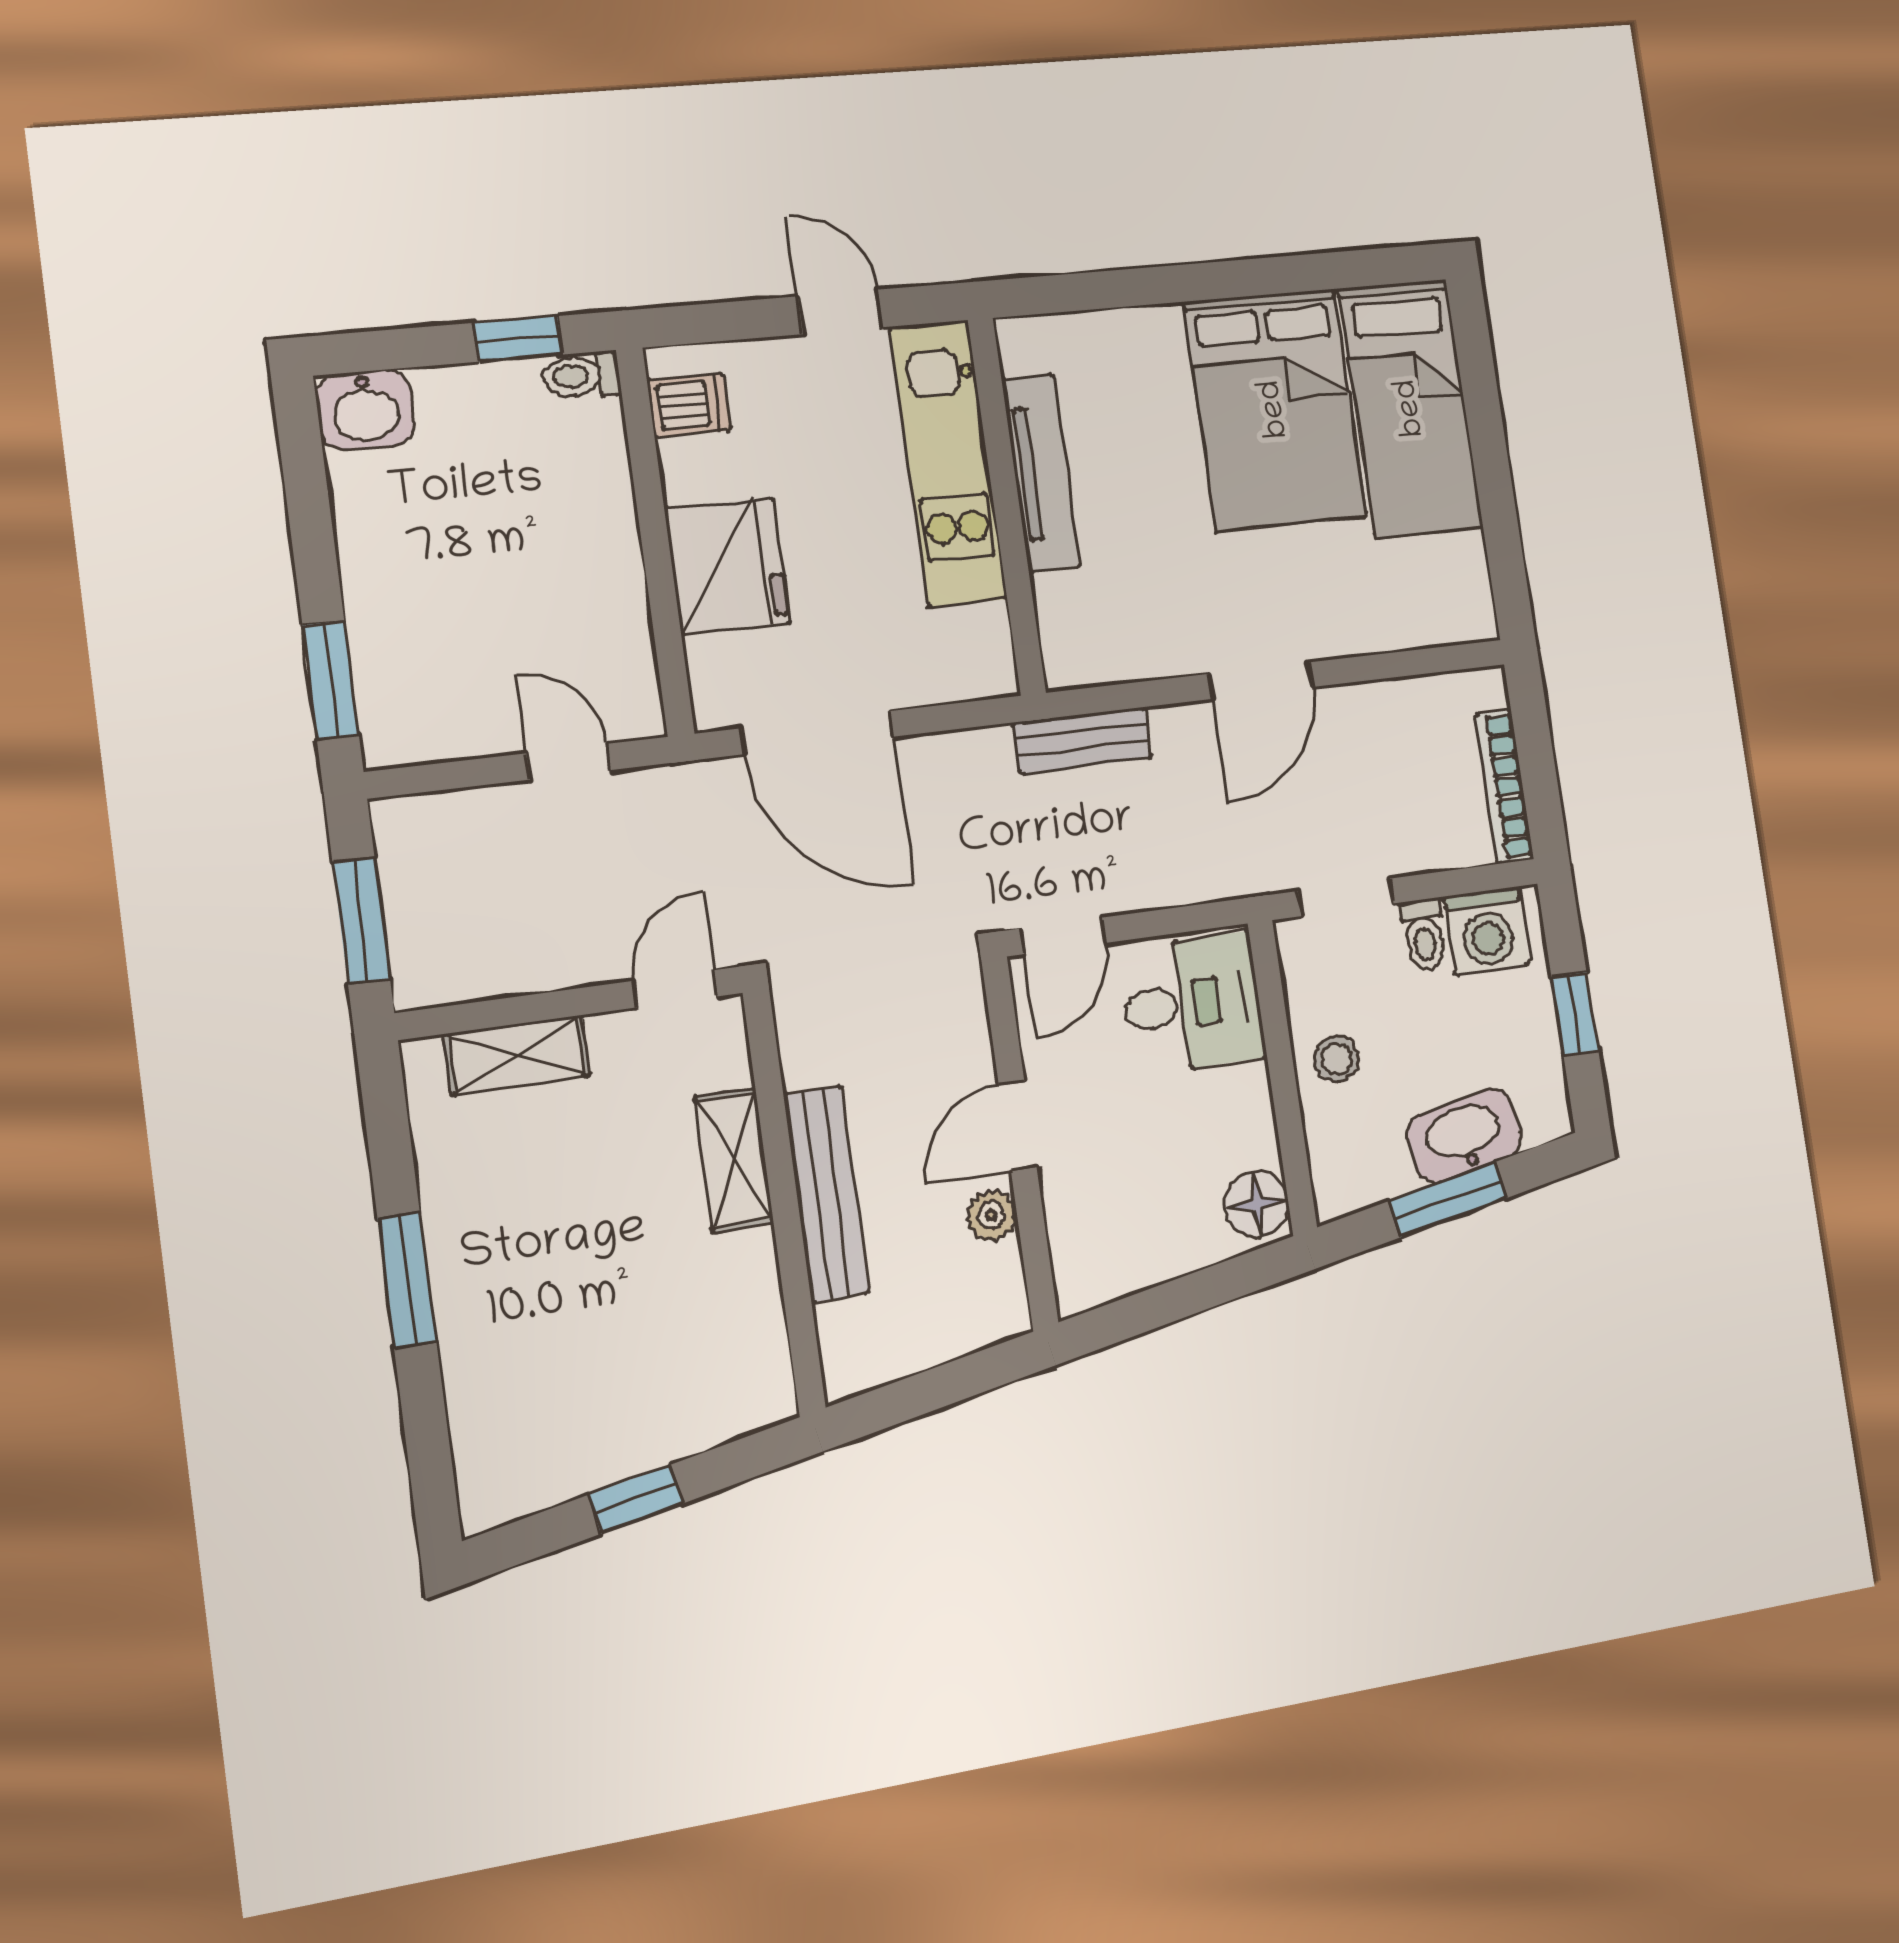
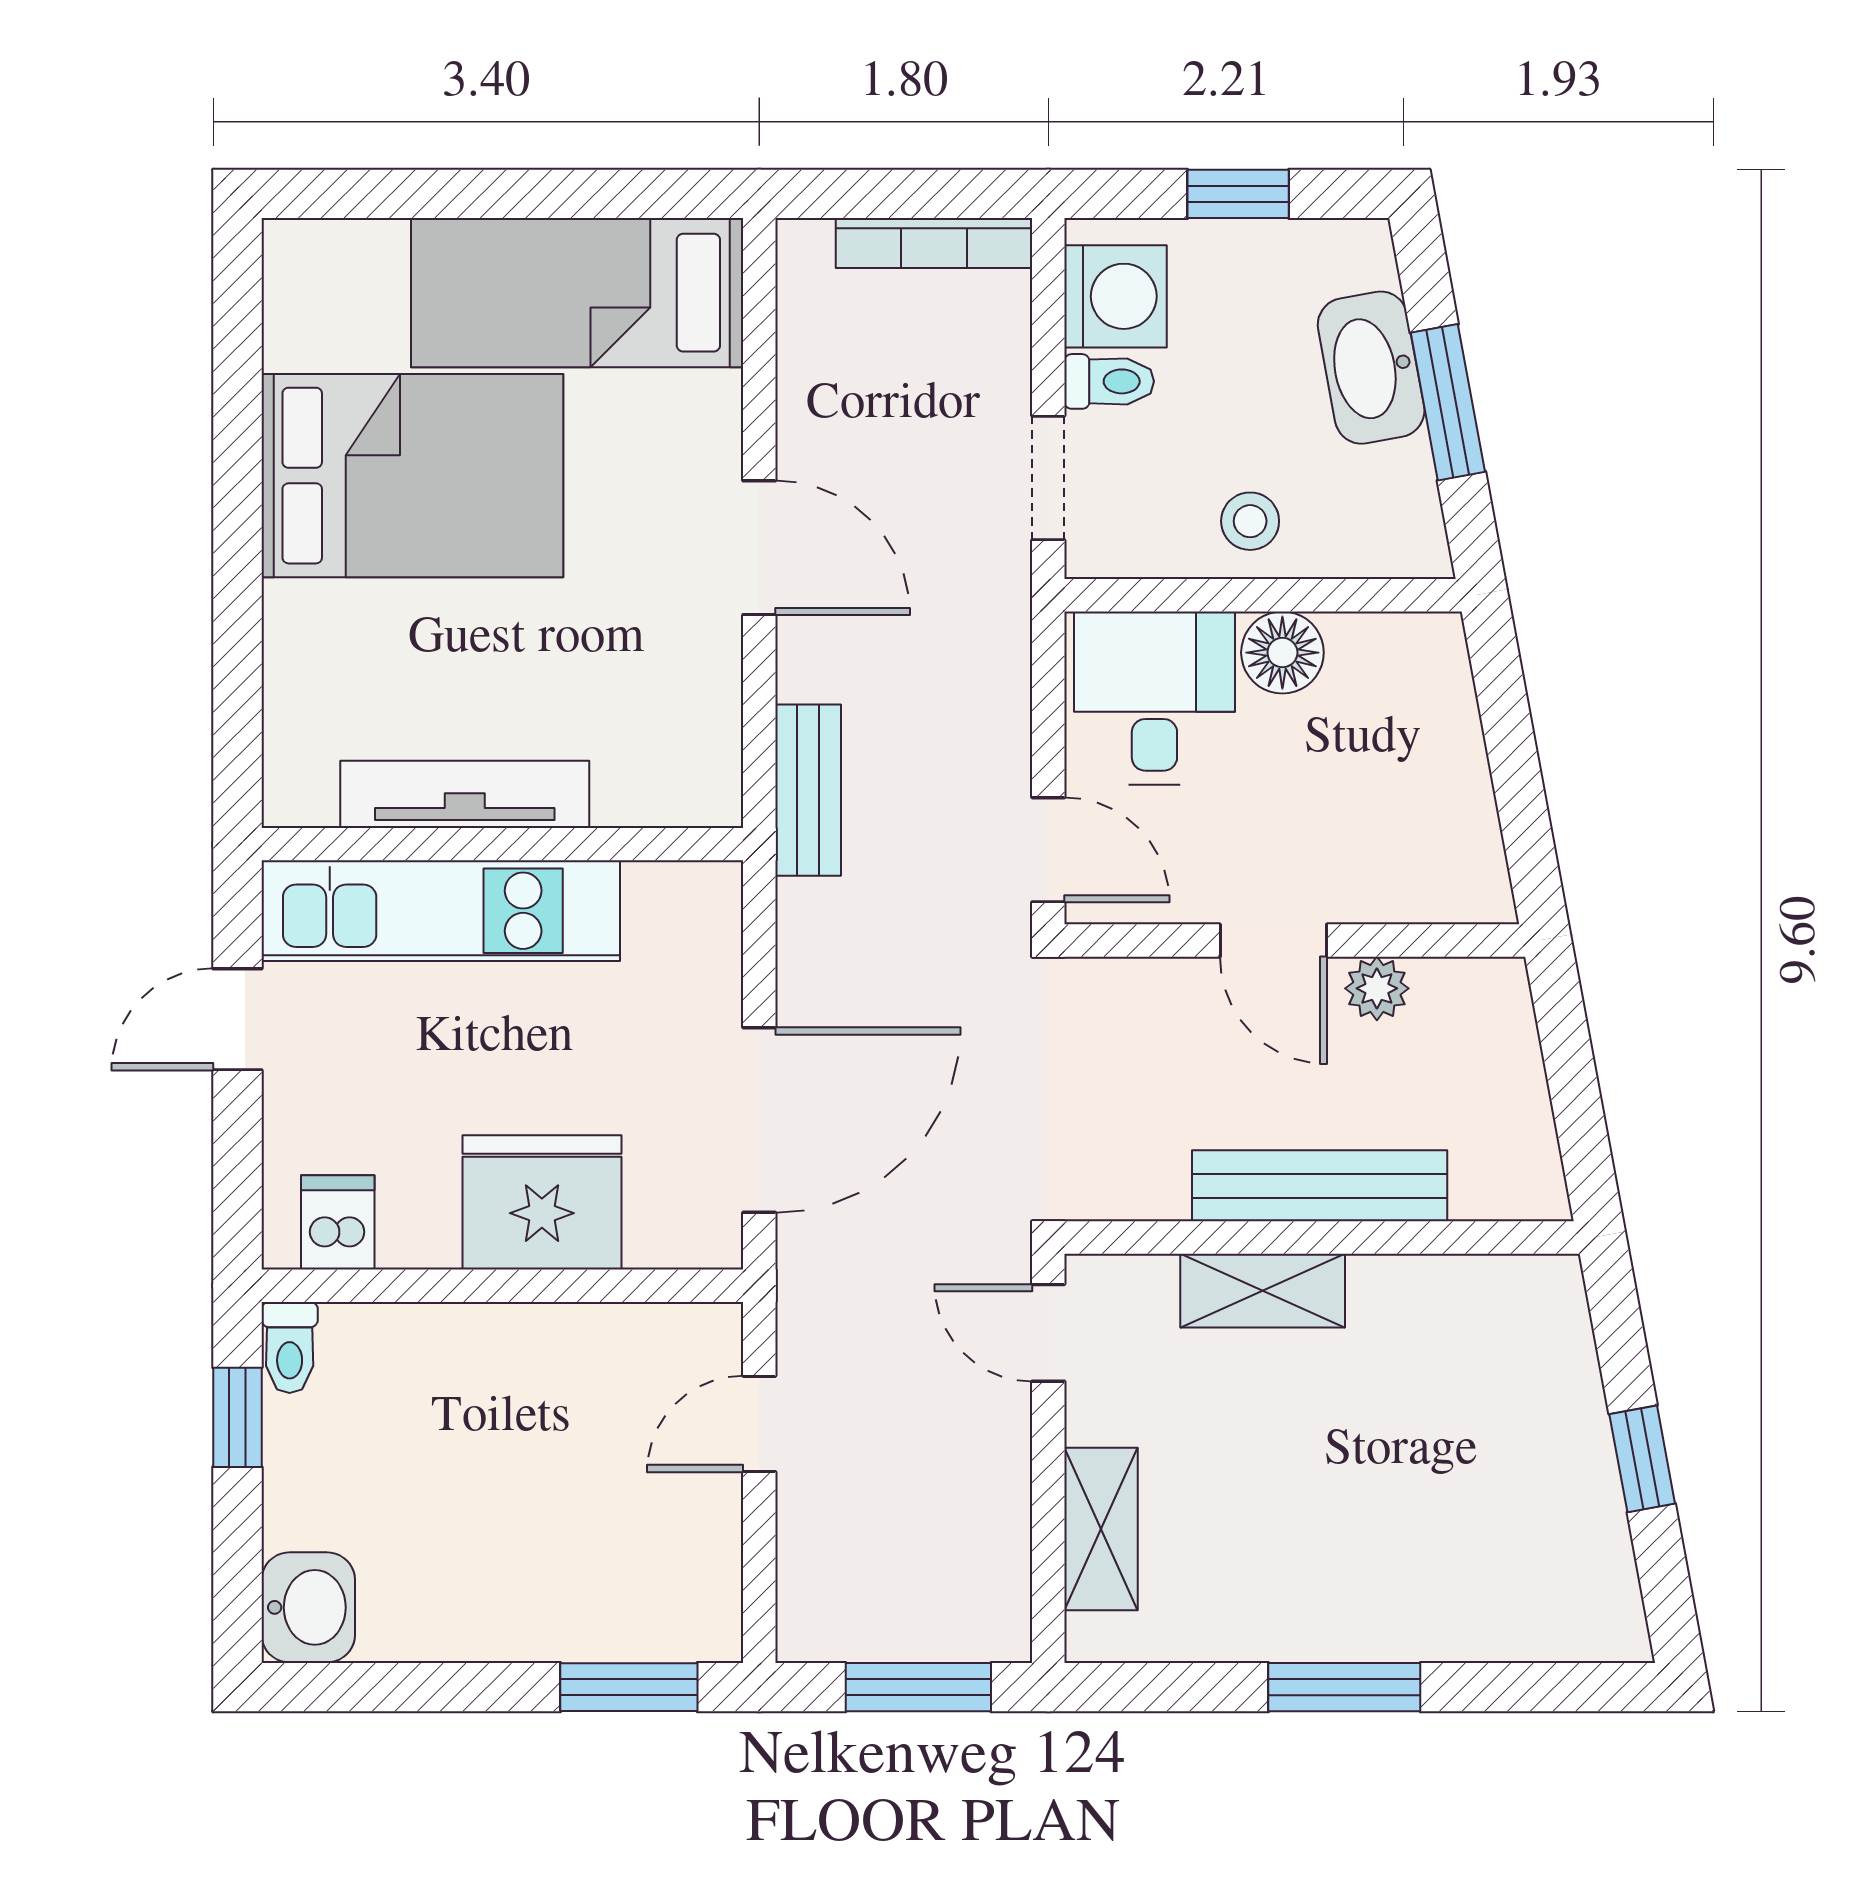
bed: (1411, 408) -> (577, 293), moved, turned 180
floor lamp: (1257, 1204) -> (1282, 653), moved

